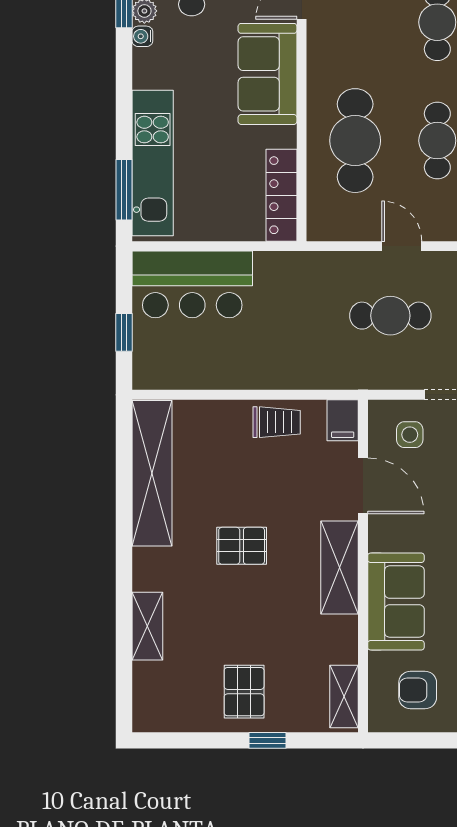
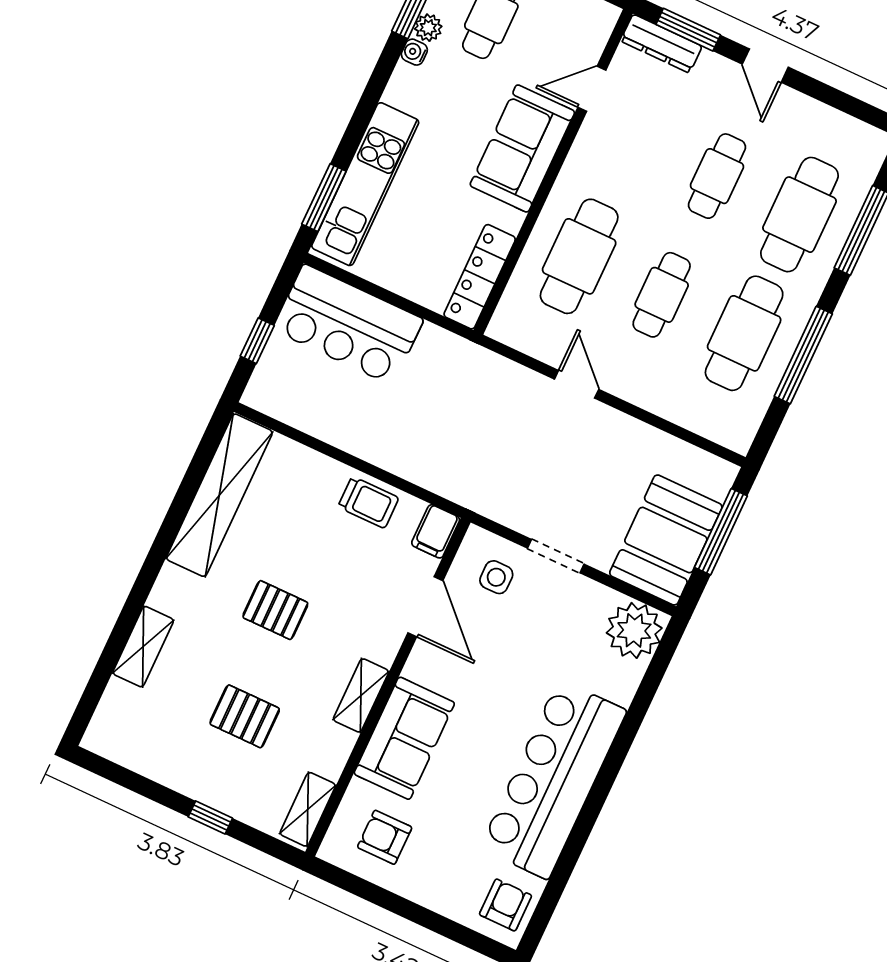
cafe table: (390, 316) -> (533, 449), removed
shelving: (339, 567) -> (361, 695), width x0.67, depth x0.75
pallet: (244, 692) -> (245, 716), moved, turned 90

